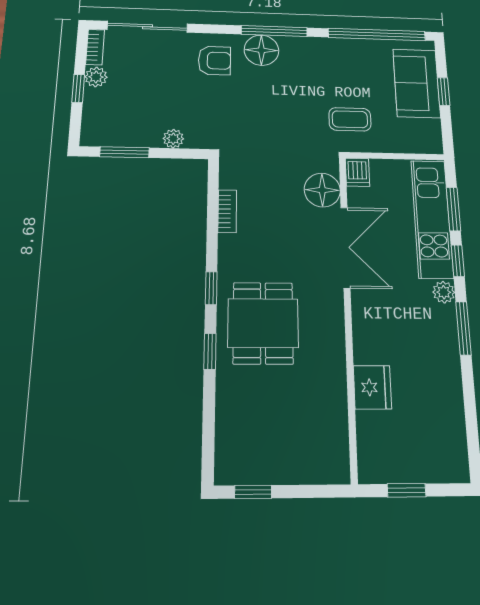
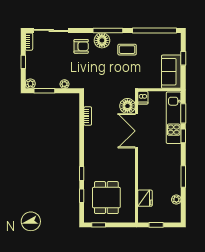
plant: (96, 77) -> (30, 84), moved
sofa: (417, 83) -> (171, 72), moved
coffee table: (350, 119) -> (127, 50), moved
double door: (345, 247) -> (136, 131), swing flipped
window: (211, 288) -> (82, 196), moved
plant: (444, 292) -> (176, 200), moved
dining table: (263, 323) -> (106, 198), moved
window: (463, 328) -> (183, 176), moved
fridge: (372, 387) -> (145, 198), moved

